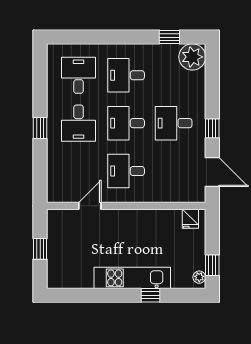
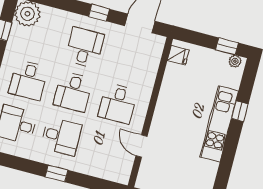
desk: (174, 123) -> (85, 47), turned 180

